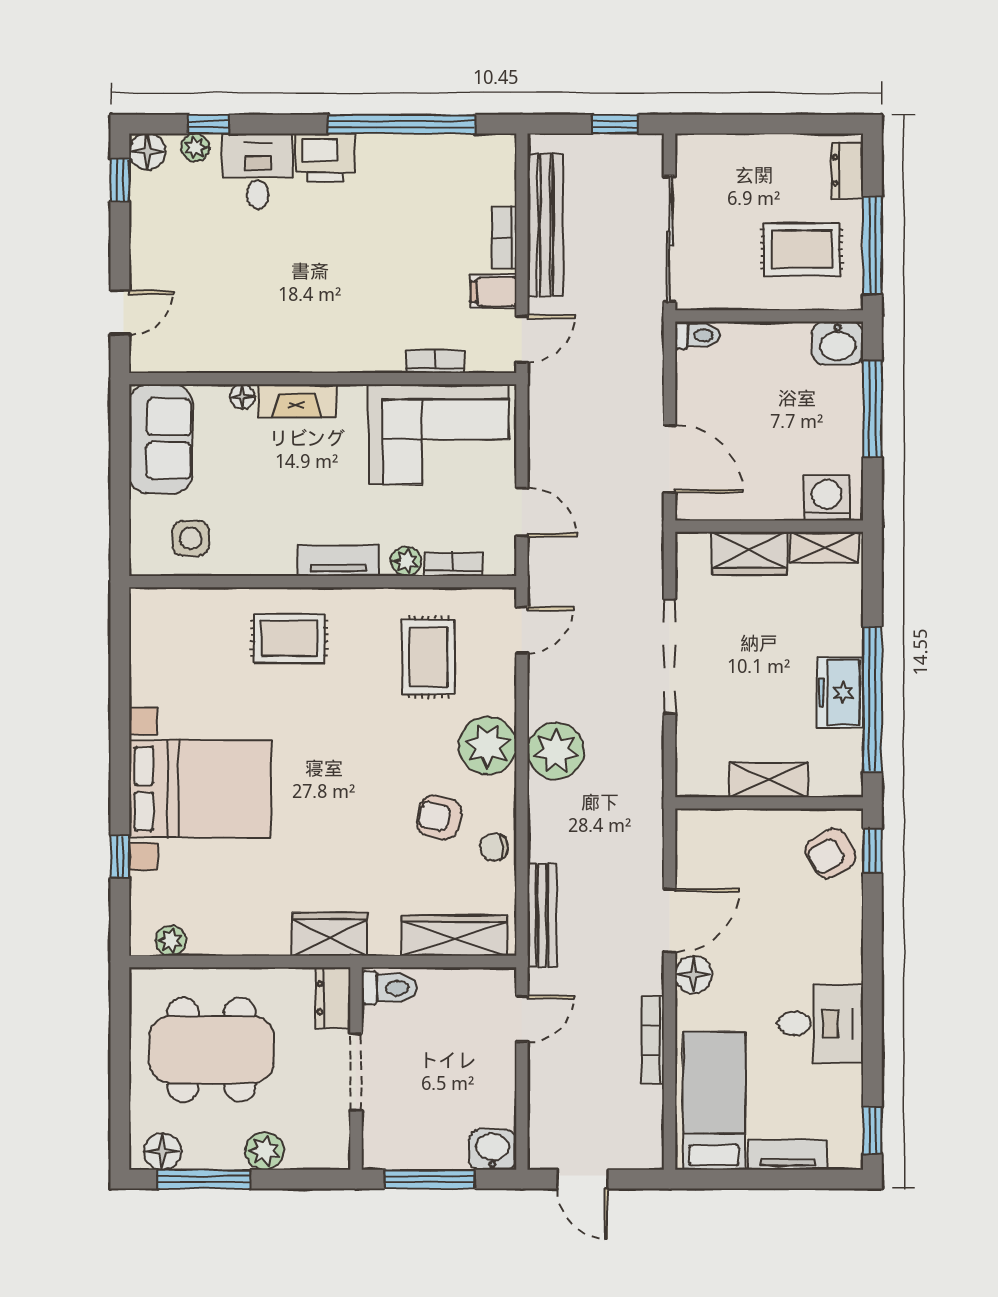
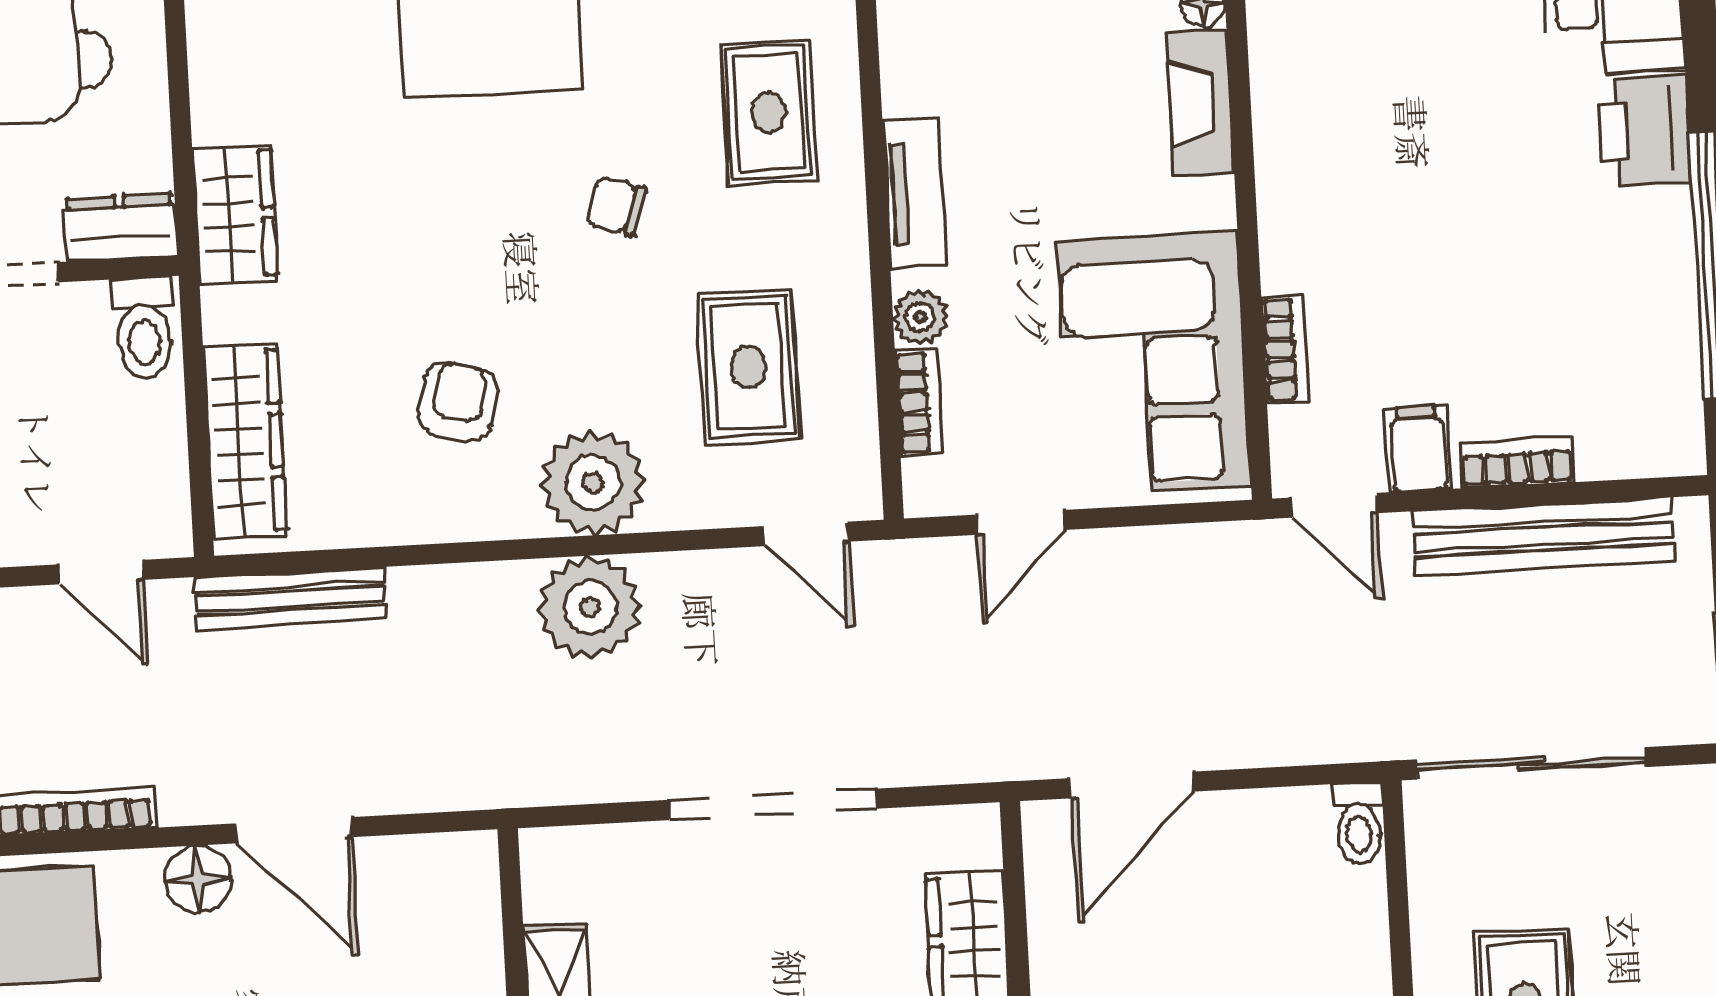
rug: (428, 657) -> (748, 367), turned 90
chair: (494, 847) -> (616, 206), moved, turned -72

